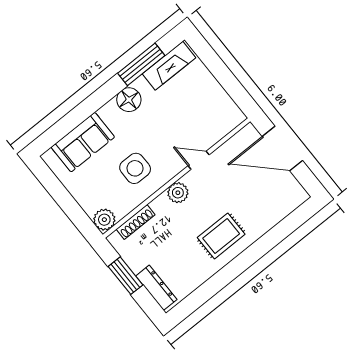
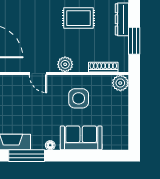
floor lamp: (129, 100) -> (50, 145), width x0.53, depth x0.53
sofa: (83, 142) -> (81, 138), moved
rug: (221, 236) -> (78, 18), moved

